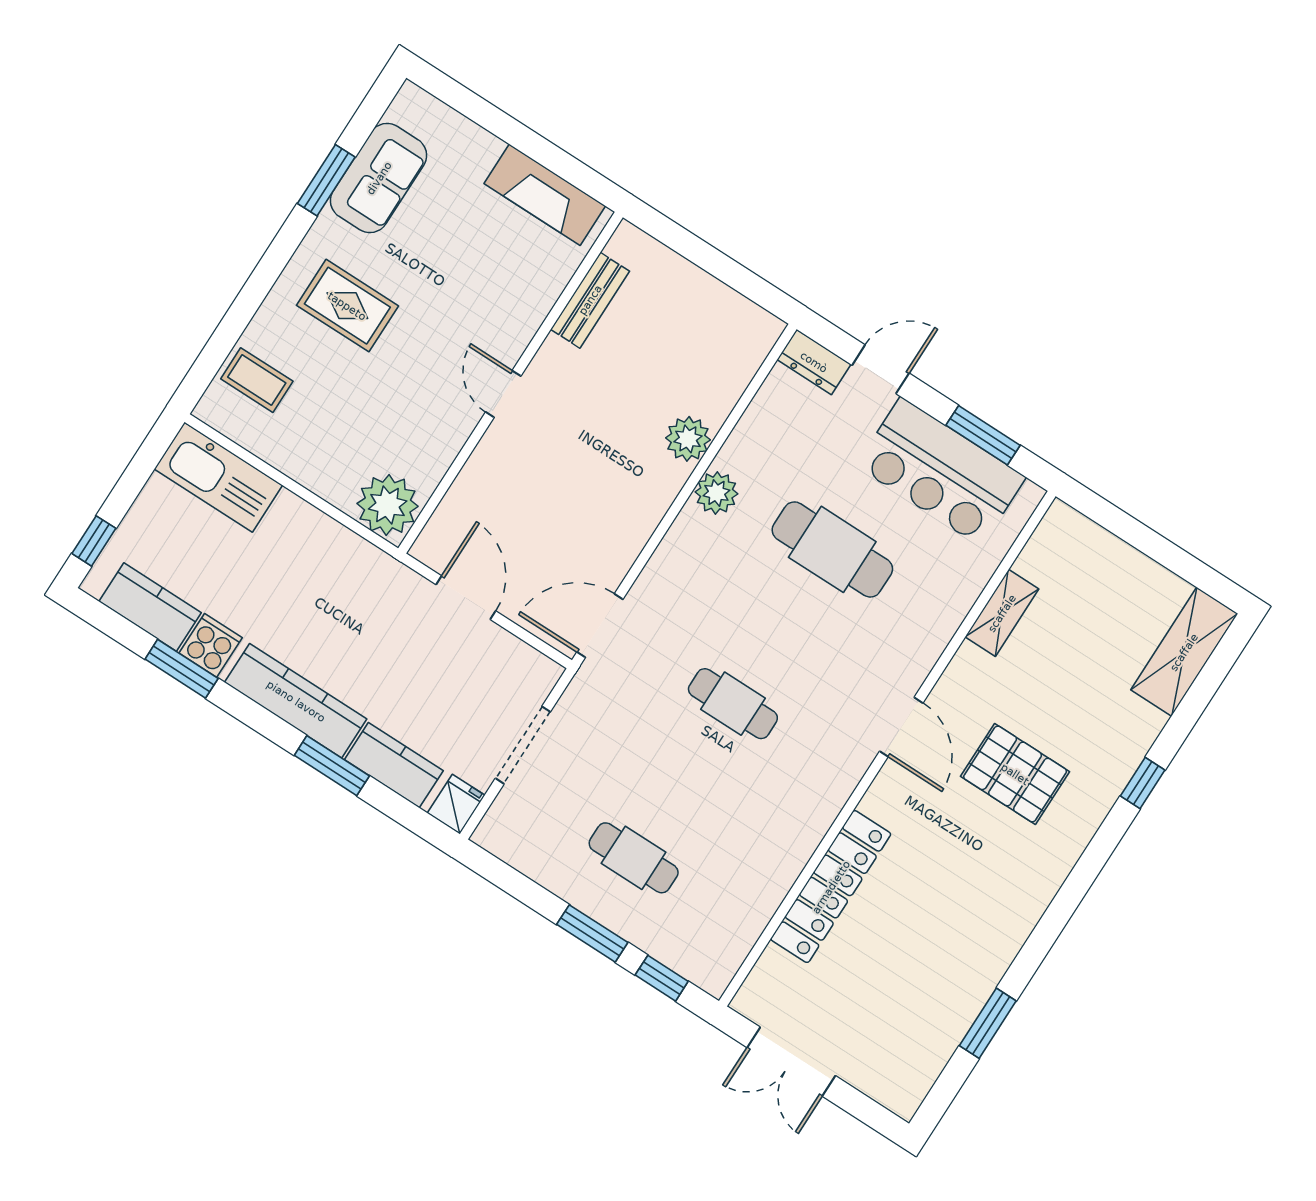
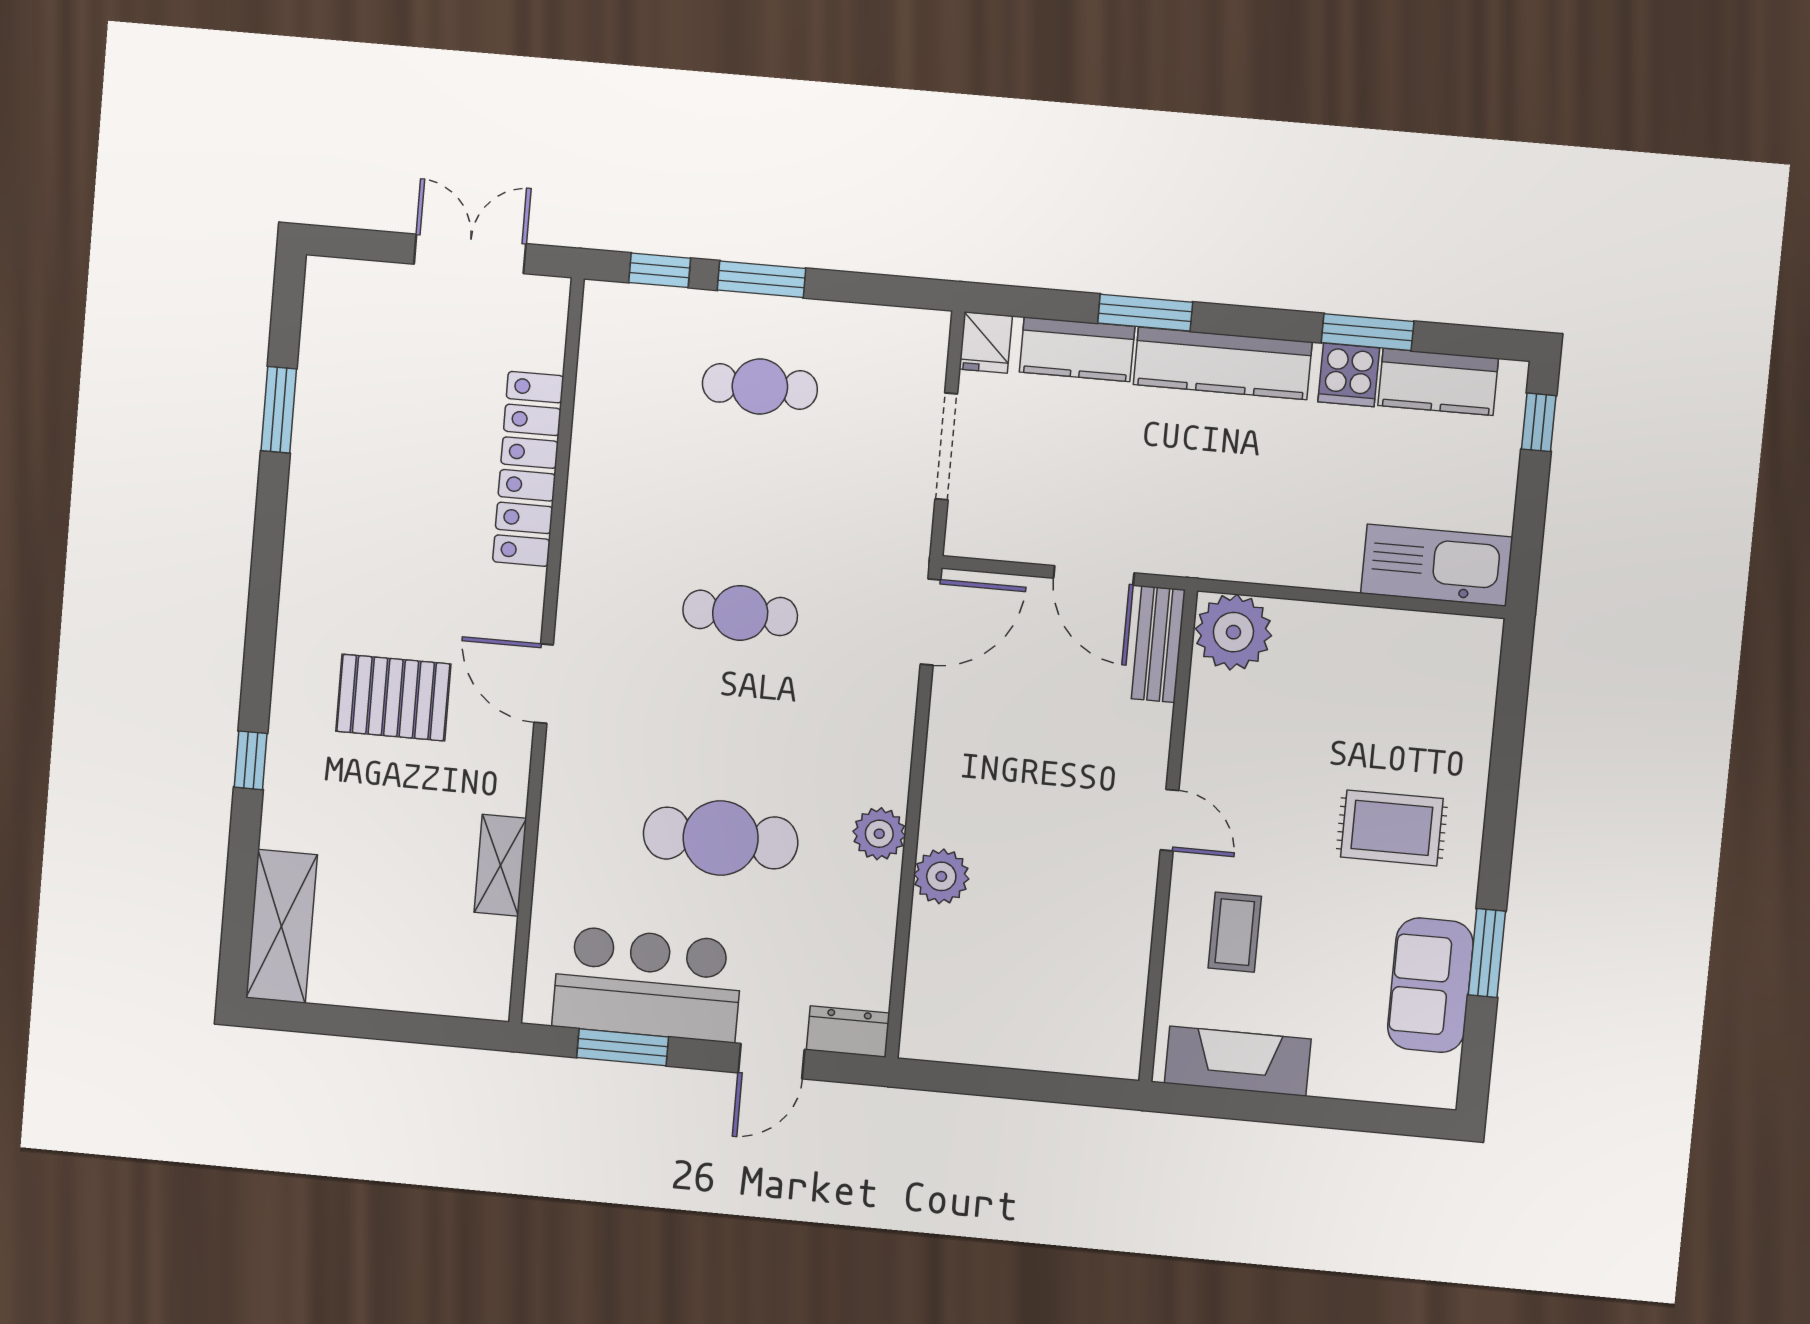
bench: (590, 300) -> (1158, 644), moved
coffee table: (257, 380) -> (1235, 932), moved, turned 90

